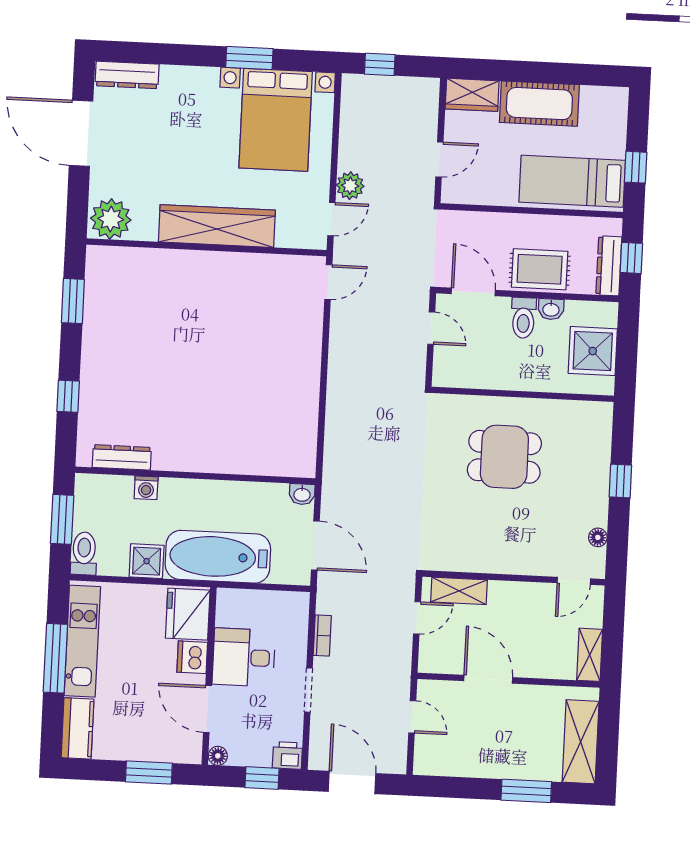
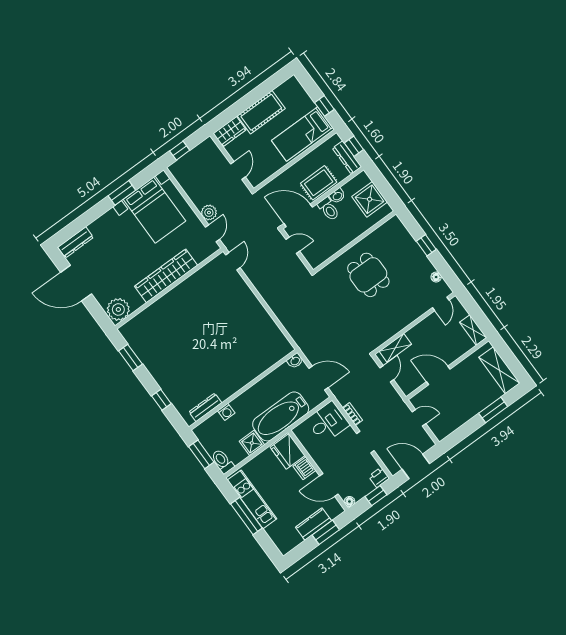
door: (473, 292) -> (298, 215), width x1.36
dining table: (504, 457) -> (368, 275), turned 90
desk: (244, 657) -> (328, 422), moved, turned 180
kitchen counter: (78, 728) -> (313, 524), moved, turned -90

